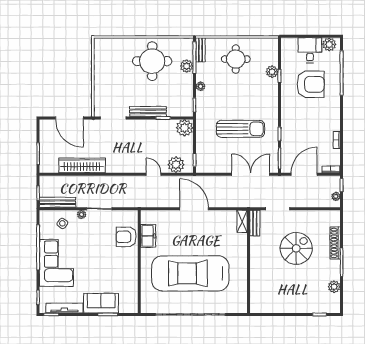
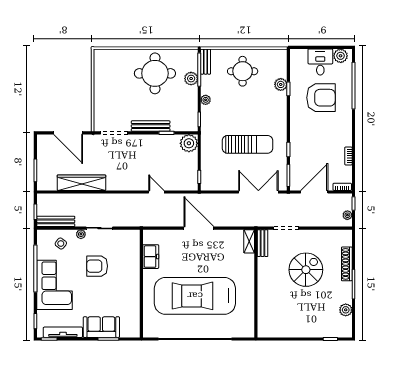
plant: (176, 165) -> (180, 182), removed
armchair: (126, 237) -> (97, 266), moved

